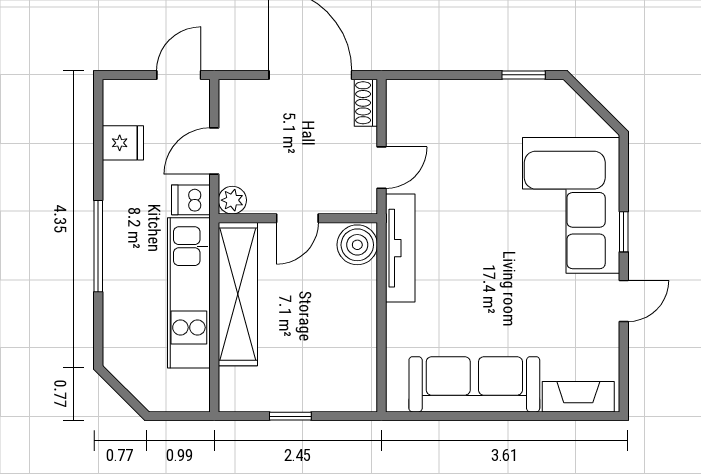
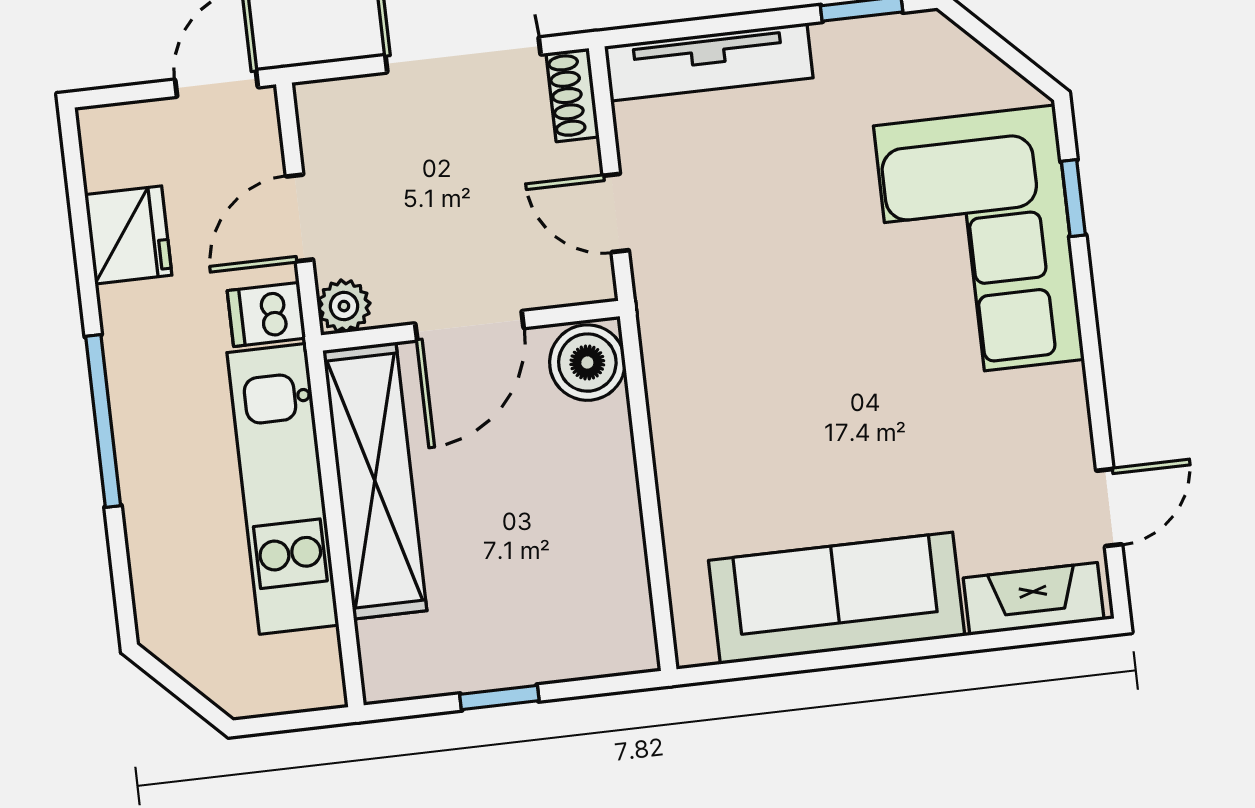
fridge: (123, 143) -> (128, 235), width x1.38
door: (381, 168) -> (616, 213), swing flipped
door: (297, 218) -> (469, 326), width x1.38
window: (624, 232) -> (1073, 198), moved
tv unit: (400, 248) -> (709, 62), moved, turned 90
door: (624, 301) -> (1109, 507), moved

